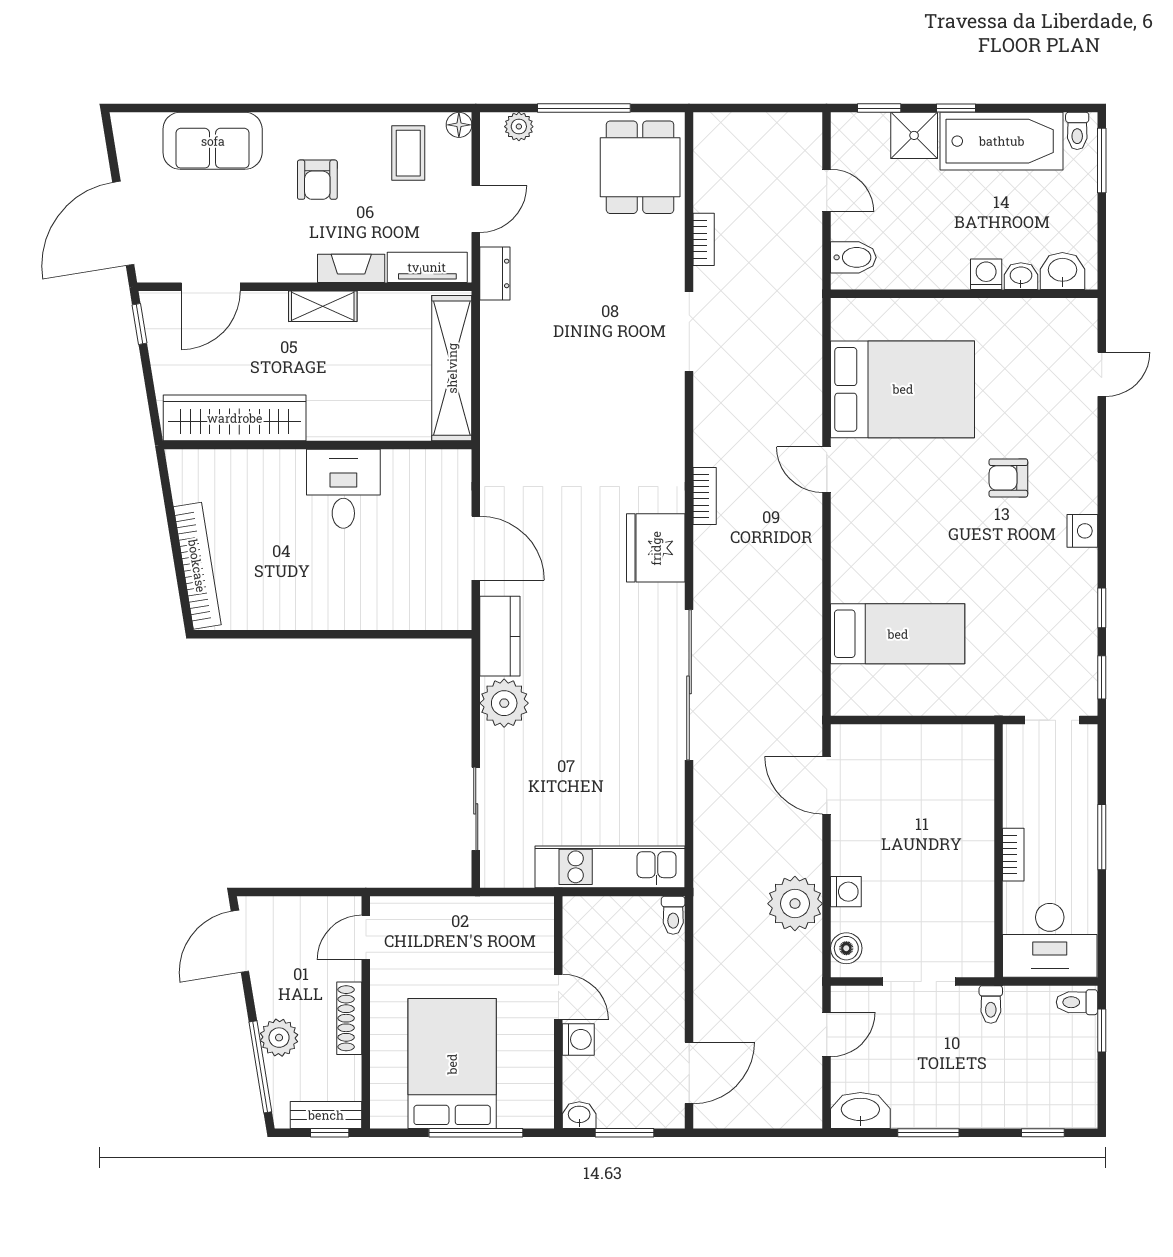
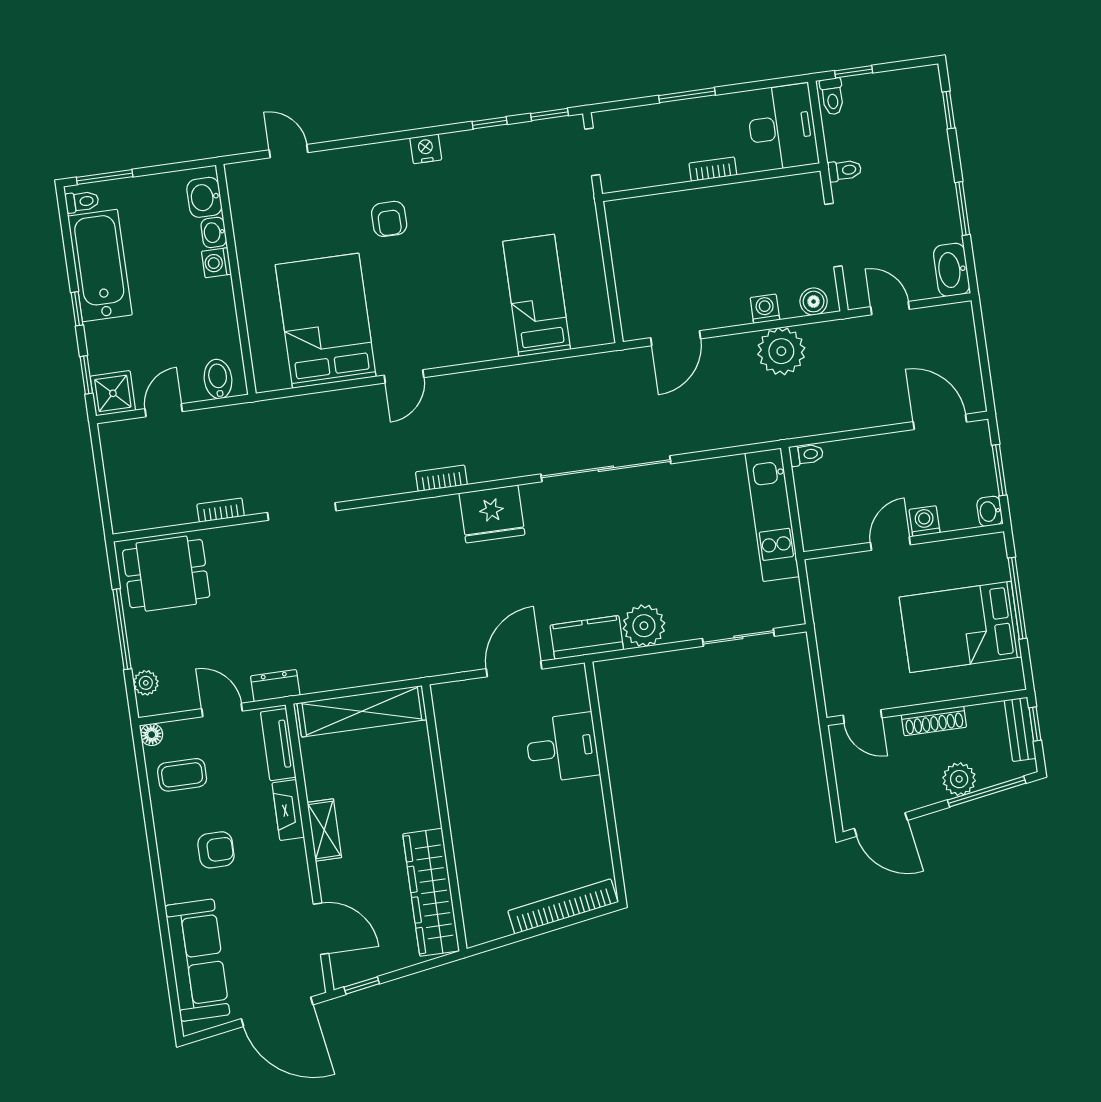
shower: (914, 135) -> (113, 393), moved
sofa: (213, 141) -> (197, 960), width x1.36
desk: (343, 489) -> (562, 748), moved, turned 180

